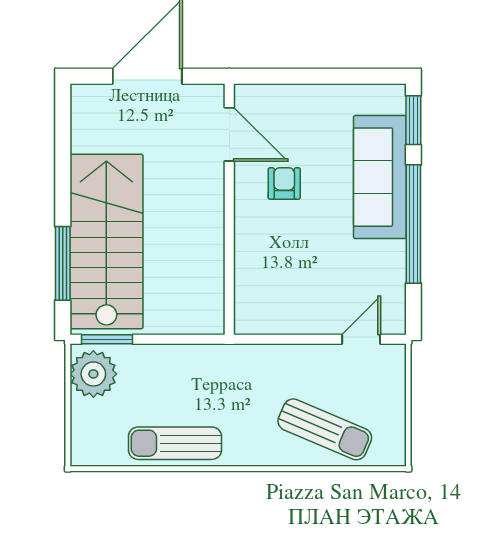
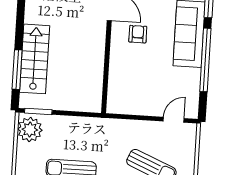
stairs: (106, 241) -> (35, 59), width x0.73, depth x0.66

